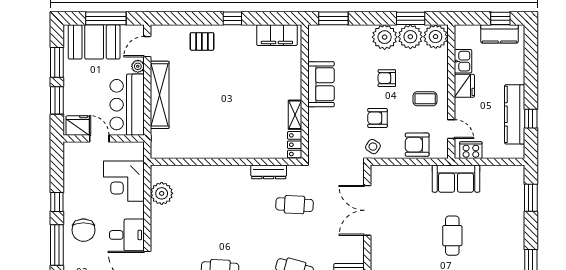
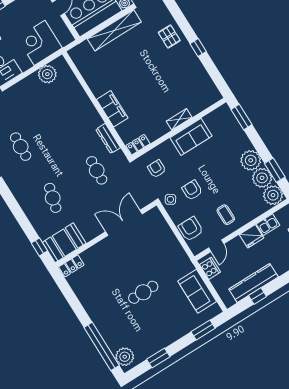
filing cabinet: (277, 35) -> (112, 109), moved, turned 180
armchair: (387, 78) -> (157, 169), moved
shelving: (295, 115) -> (179, 119), moved
sofa: (456, 179) -> (197, 291), moved

